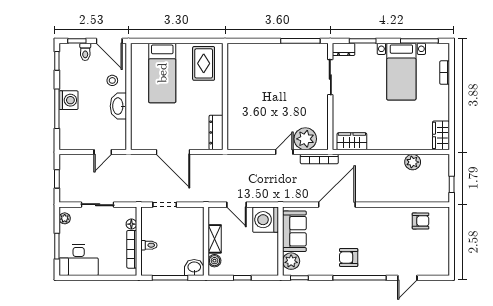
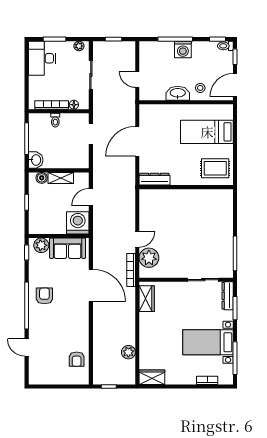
dresser: (344, 49) -> (228, 296), width x1.44
toilet: (85, 52) -> (225, 46), moved
door: (284, 152) -> (137, 239), hinge flipped

